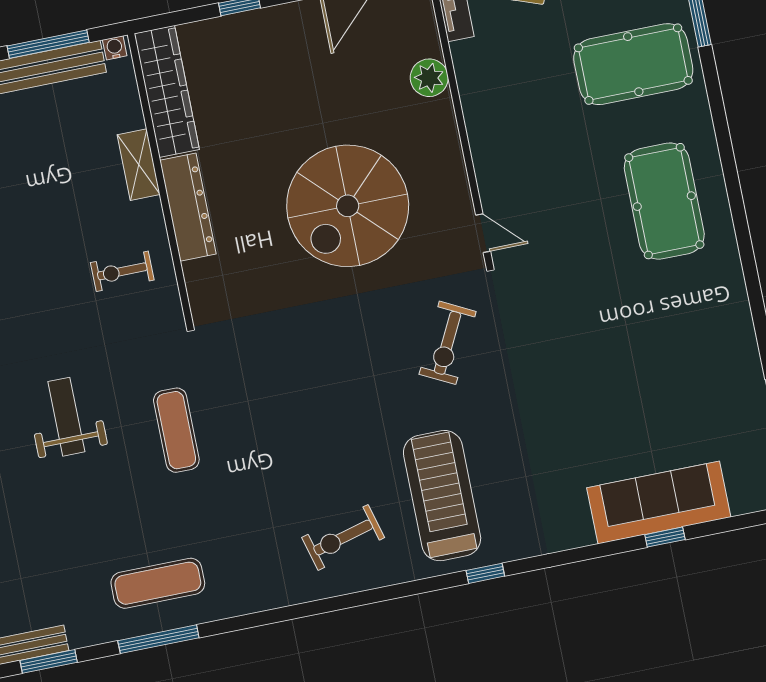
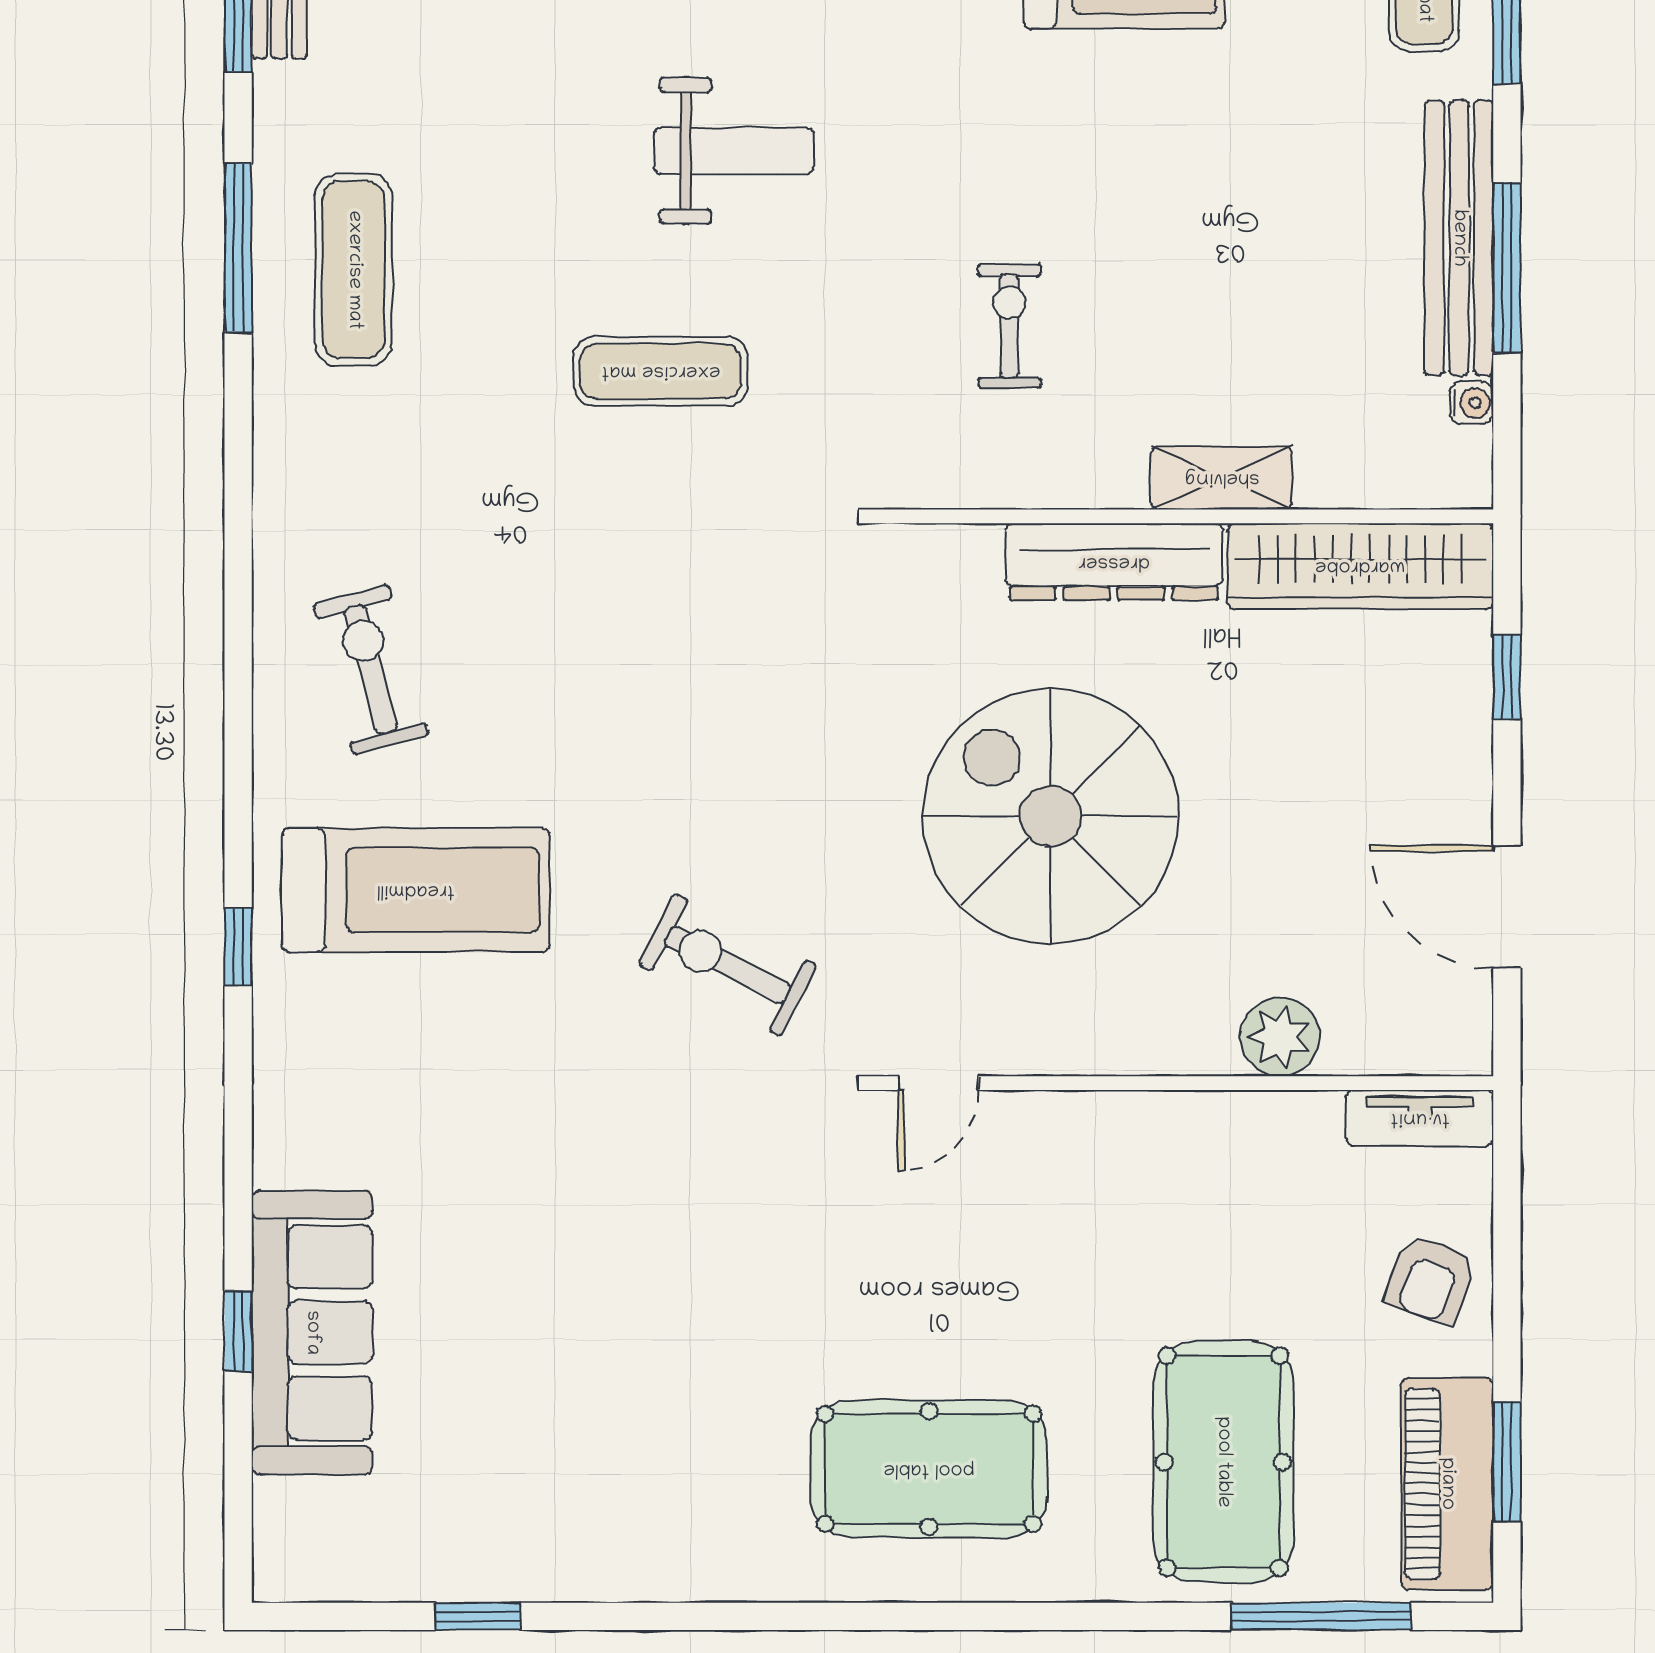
wardrobe: (167, 91) -> (1360, 566), moved
shelving: (139, 165) -> (1222, 478), moved
wall: (160, 179) -> (1183, 516), moved
dresser: (188, 207) -> (1114, 562), moved

